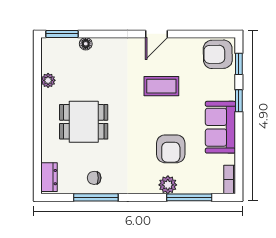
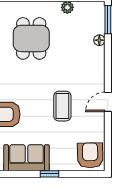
door: (156, 34) -> (108, 102), hinge flipped
window: (239, 64) -> (82, 174), removed

